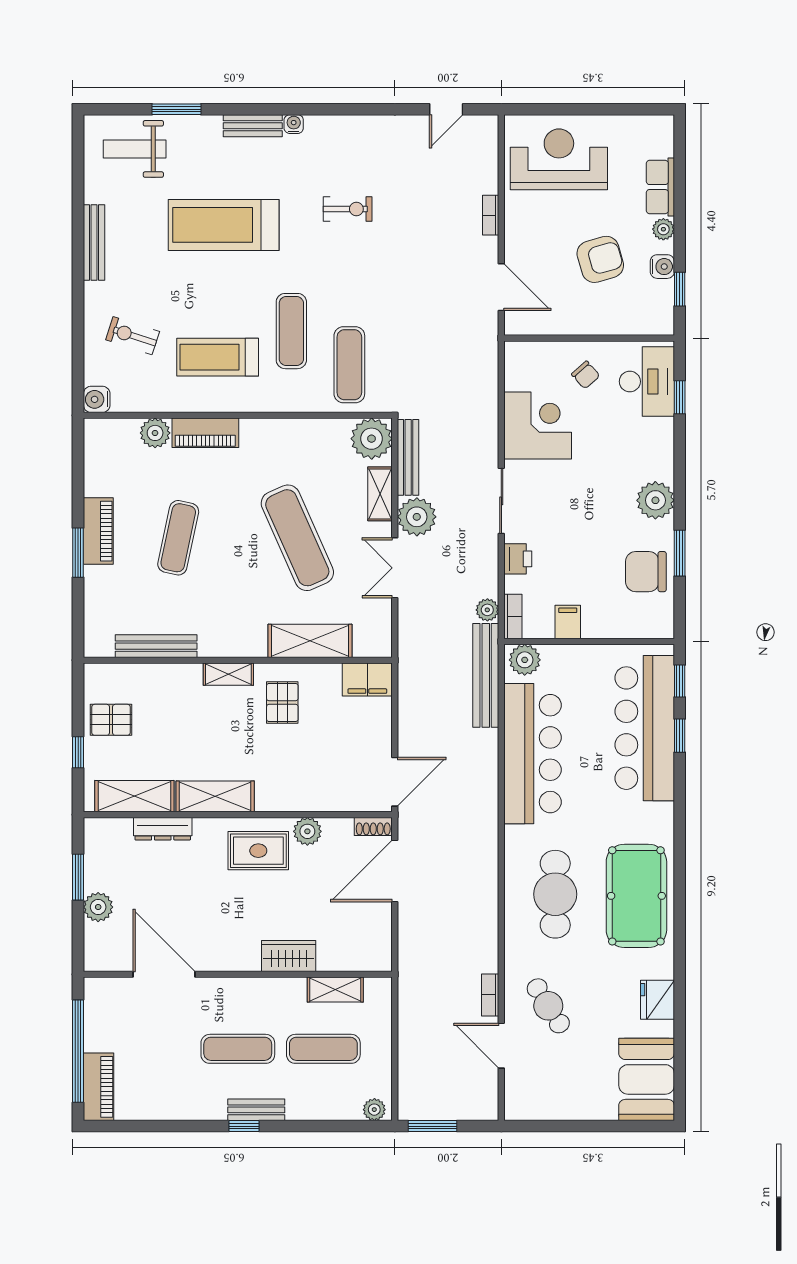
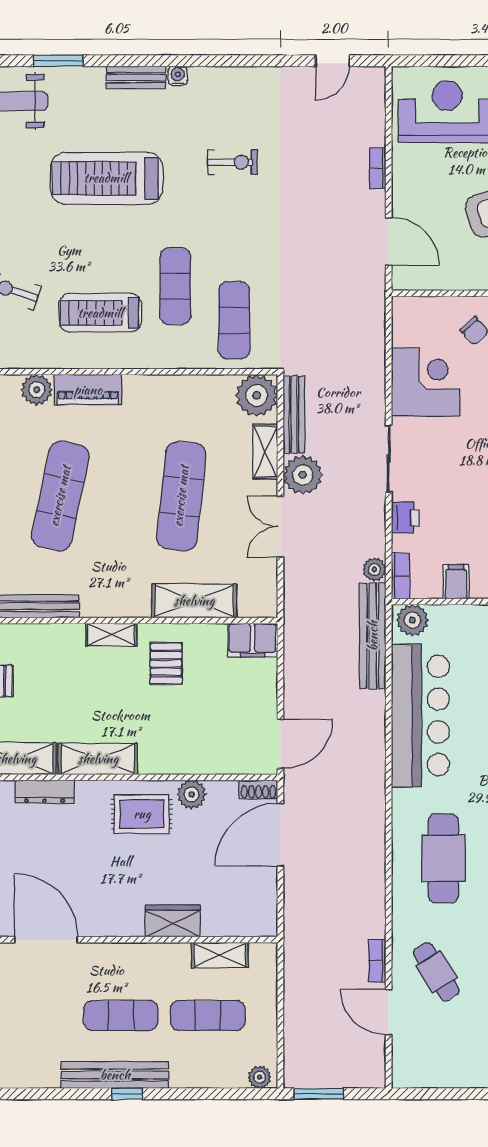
exercise mat: (178, 538) -> (60, 496), width x1.36, depth x1.45
exercise mat: (297, 538) -> (181, 496), turned 30
bench: (256, 1110) -> (115, 1075), width x1.86, depth x1.21

